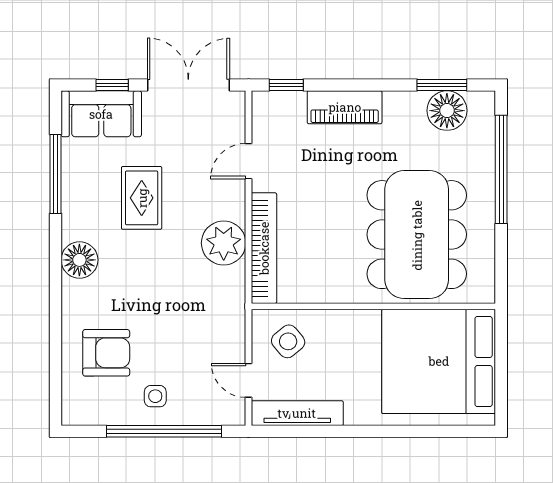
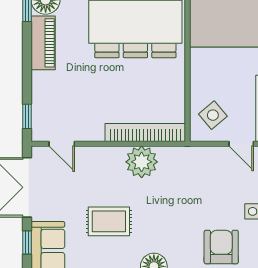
piano: (345, 107) -> (43, 43), moved
door: (249, 161) -> (62, 144), moved
door: (249, 380) -> (241, 144), hinge flipped

